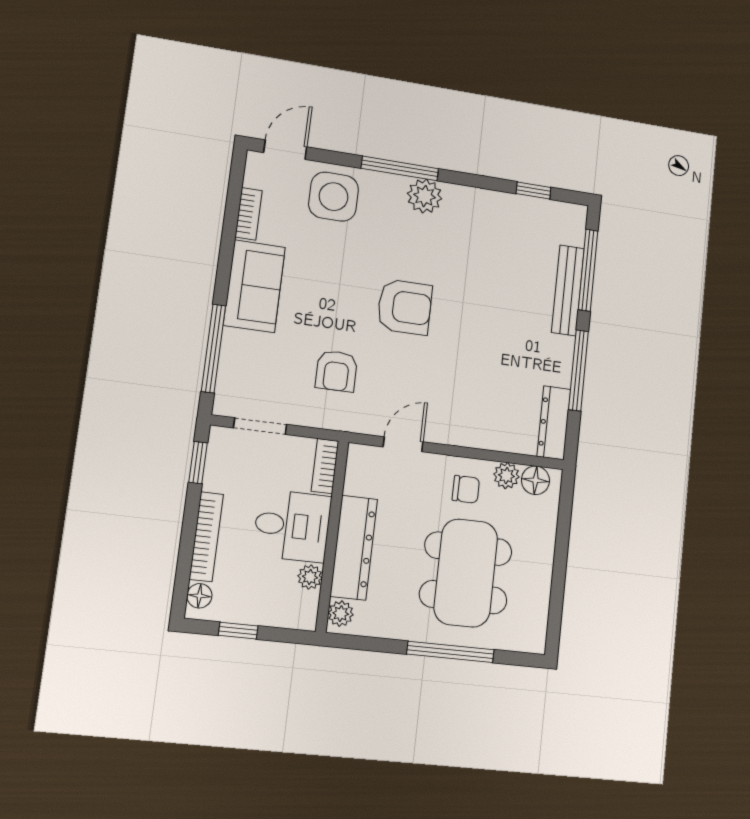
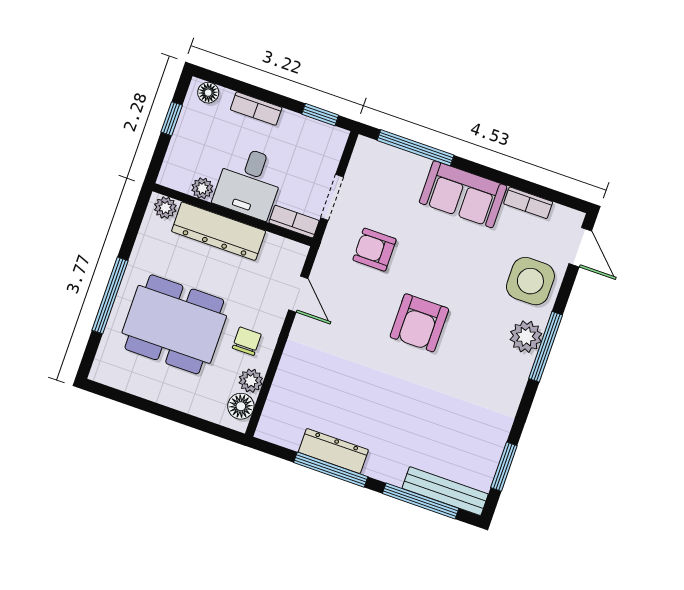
window: (533, 190) -> (504, 467), width x1.50
plant: (425, 196) -> (526, 337), moved
bench: (568, 290) -> (445, 491), moved
dresser: (554, 423) -> (333, 451), moved
doorway: (260, 426) -> (332, 197), moved
chair: (466, 489) -> (247, 341), turned 180
bookcase: (206, 537) -> (256, 109), width x0.64

